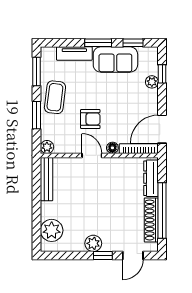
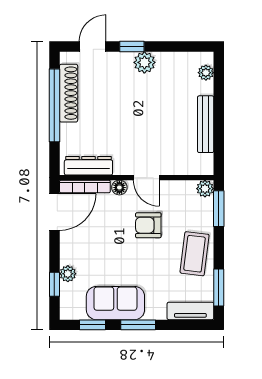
tv unit: (74, 53) -> (190, 311), moved
window: (37, 115) -> (219, 209), moved
dresser: (151, 178) -> (88, 166), moved, turned -90
bench: (47, 179) -> (206, 124), moved
plant: (52, 230) -> (206, 73), width x0.53, depth x0.53

